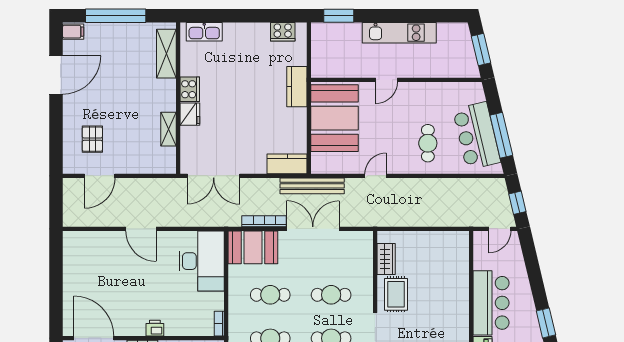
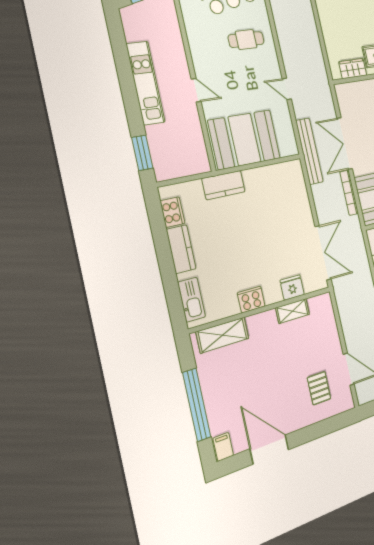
fridge: (190, 114) -> (292, 287), moved
pallet: (92, 139) -> (319, 388), turned 90
kitchen counter: (287, 164) -> (181, 249), moved, turned 180

